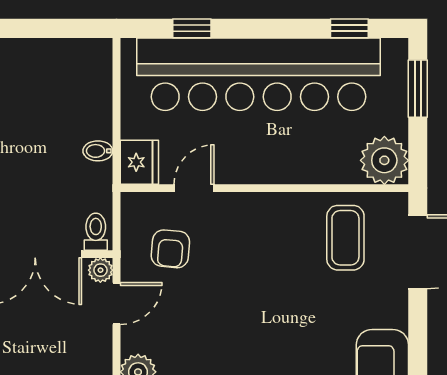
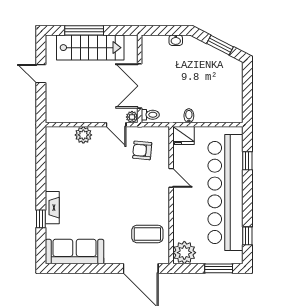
door: (194, 188) -> (171, 178), moved

